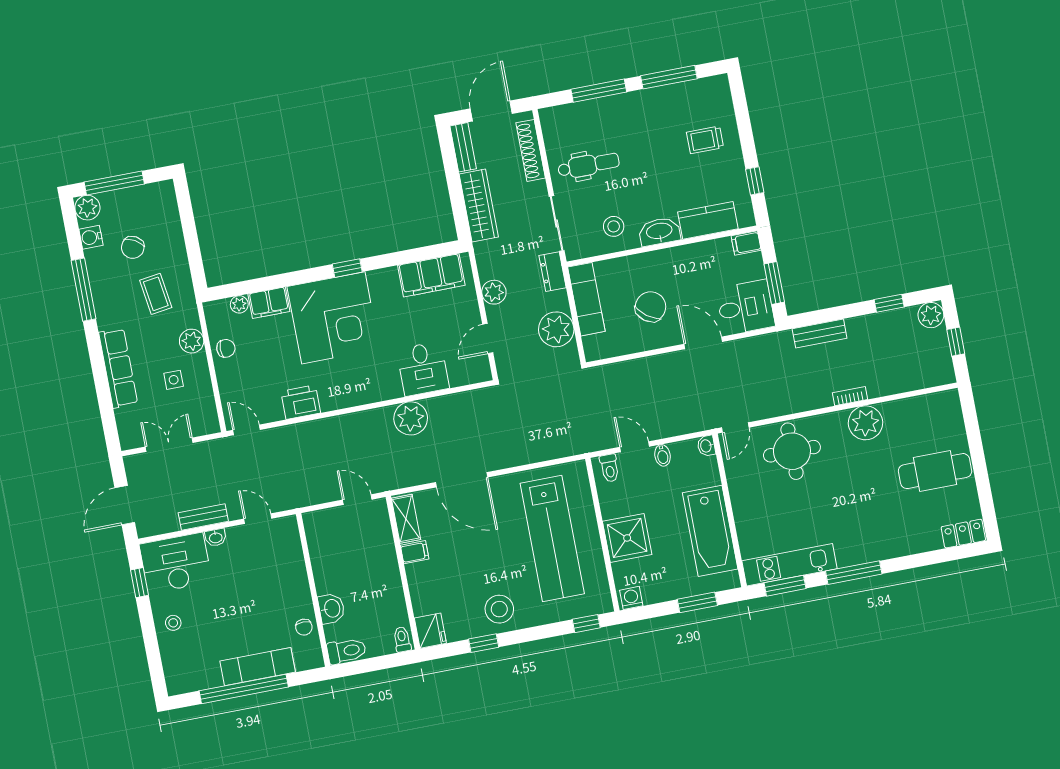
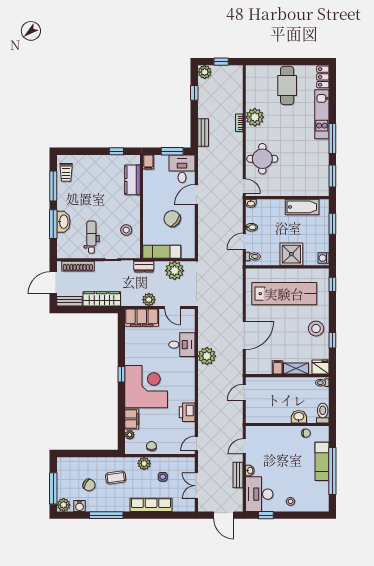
door: (491, 111) -> (53, 283), hinge flipped
trolley: (705, 140) -> (66, 172), moved
washbasin: (659, 232) -> (63, 222), moved, turned 180
filing cabinet: (431, 275) -> (142, 318), moved, turned 90
shelving: (406, 519) -> (296, 369), moved
bathtub: (710, 531) -> (302, 207), width x0.73, depth x0.73
kitchen unit: (789, 565) -> (322, 114), moved

